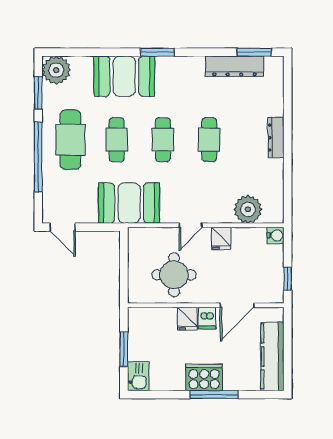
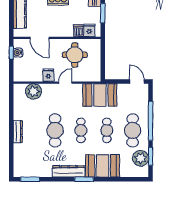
dresser: (234, 66) -> (68, 171), moved
plant: (56, 70) -> (141, 158), moved
cafe table: (209, 140) -> (55, 130), width x1.37, depth x1.35
water cooler: (276, 236) -> (18, 53), moved
door: (237, 305) -> (40, 38), swing flipped
dishwasher: (207, 318) -> (78, 31), moved
fridge: (187, 319) -> (89, 30), moved

